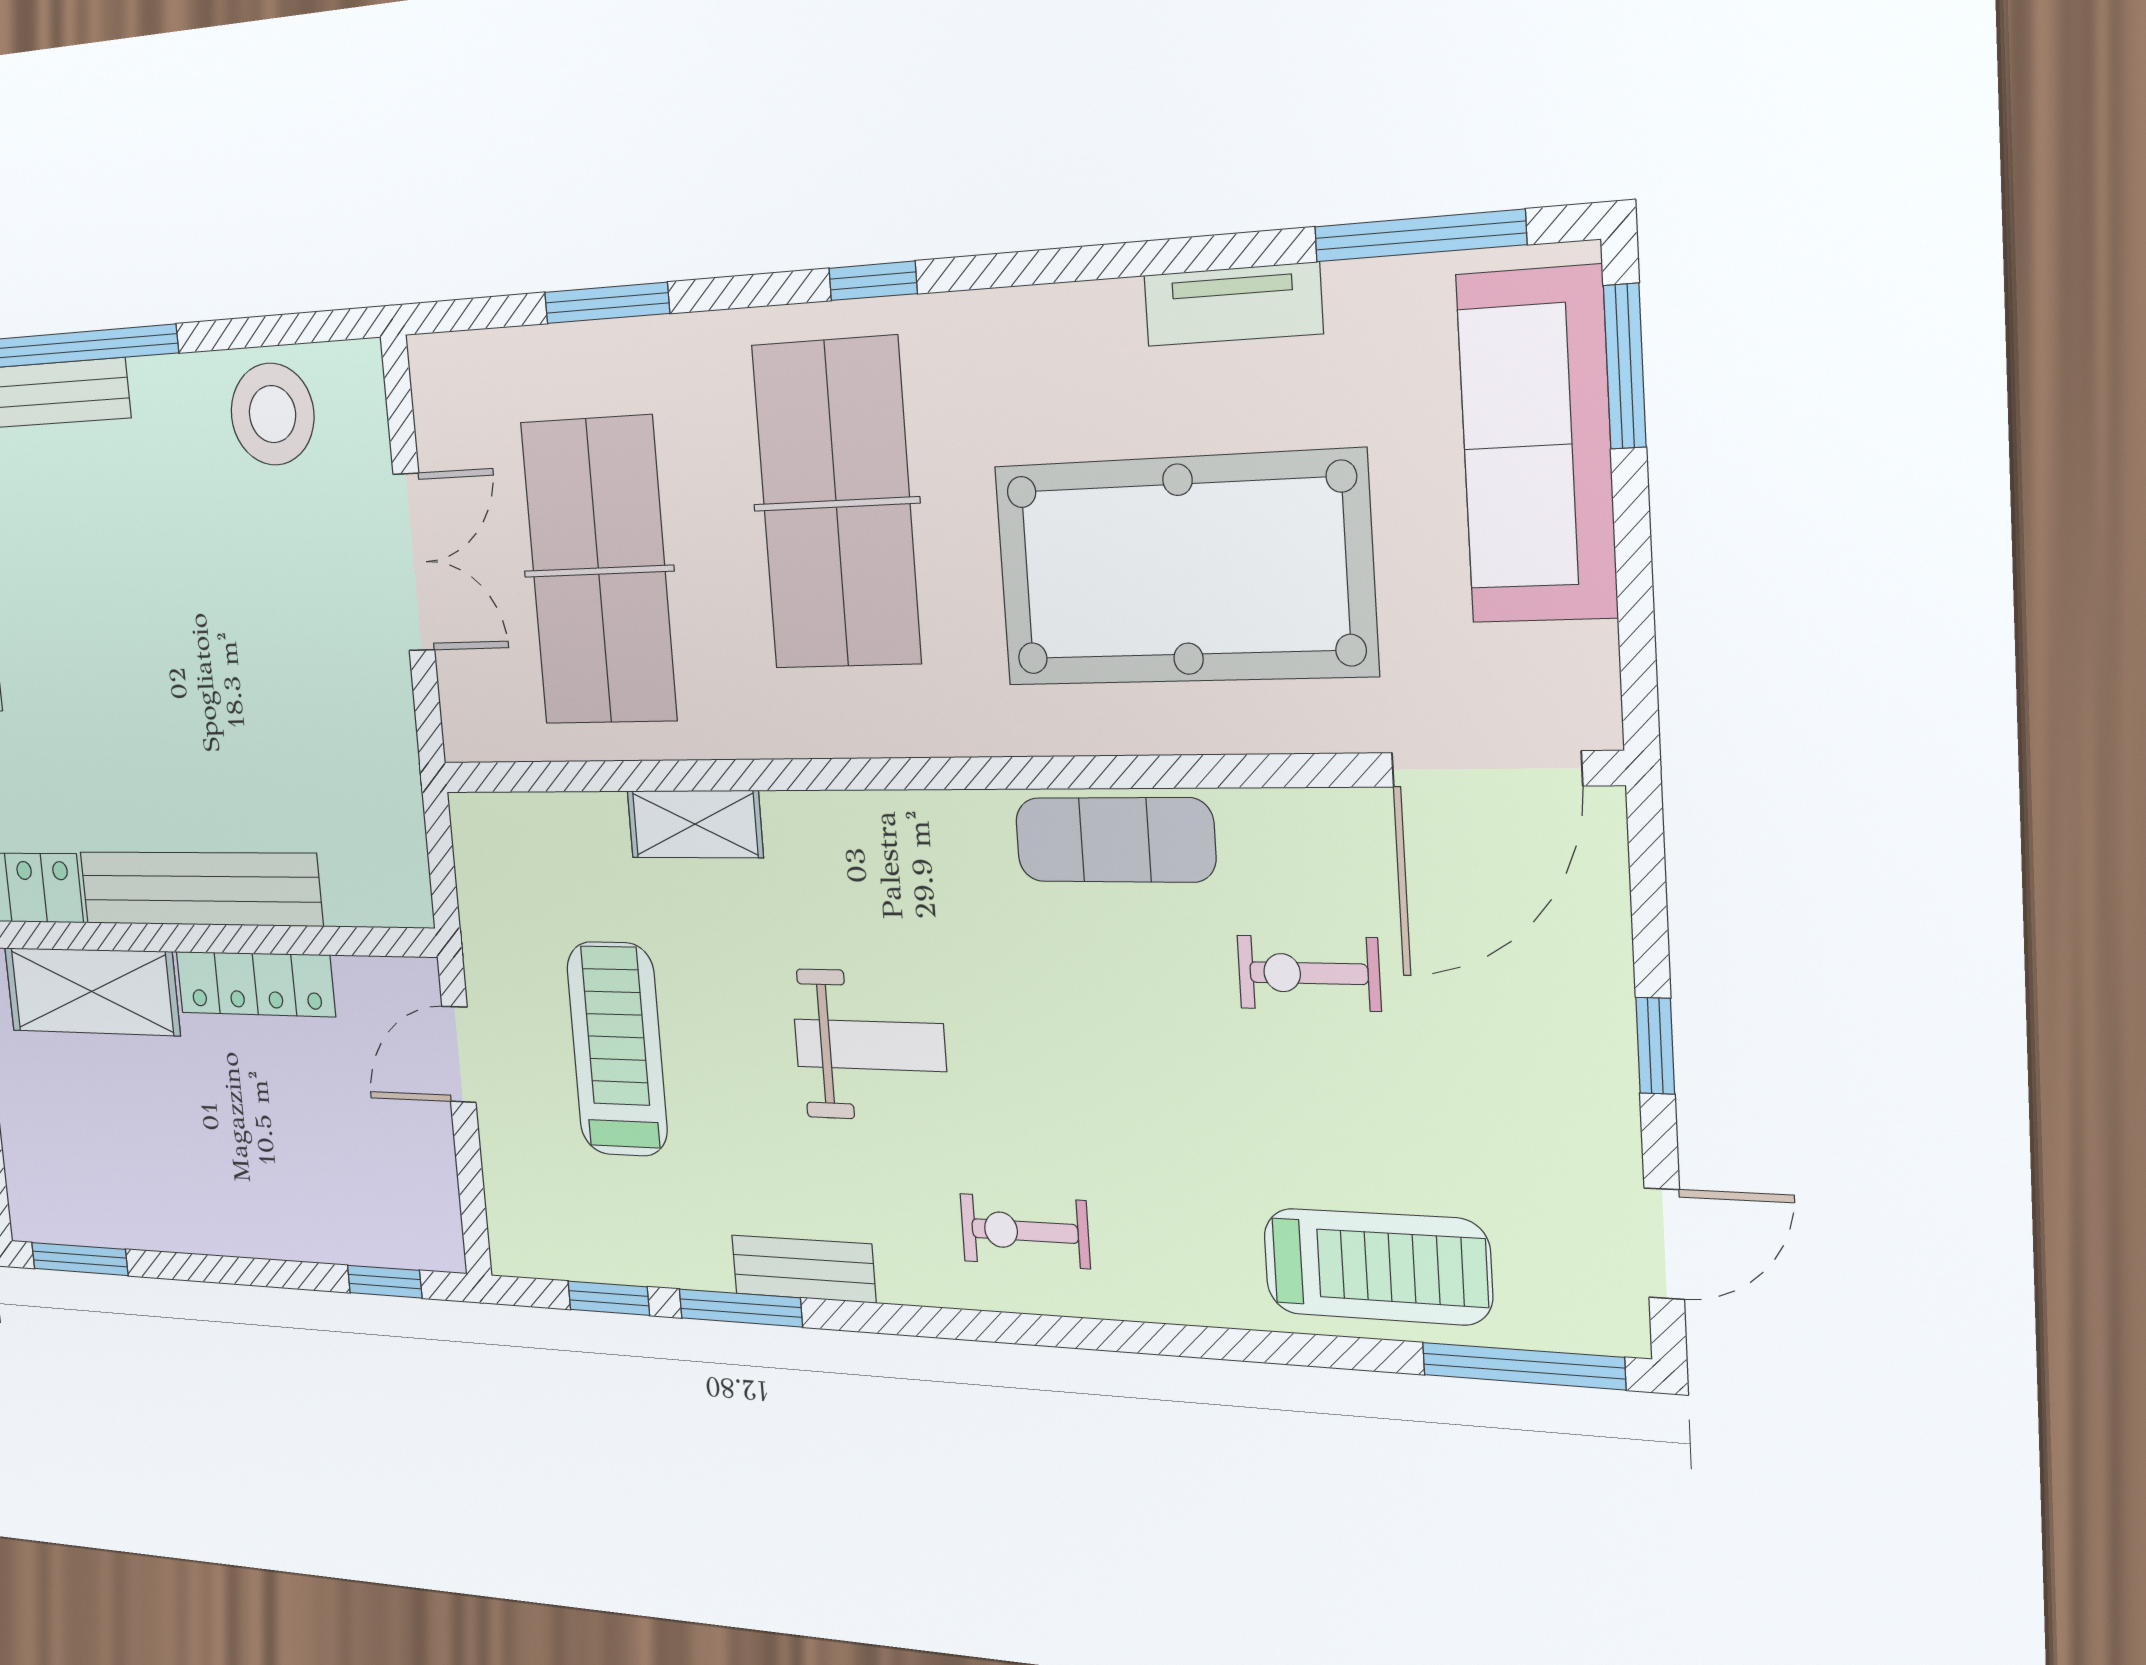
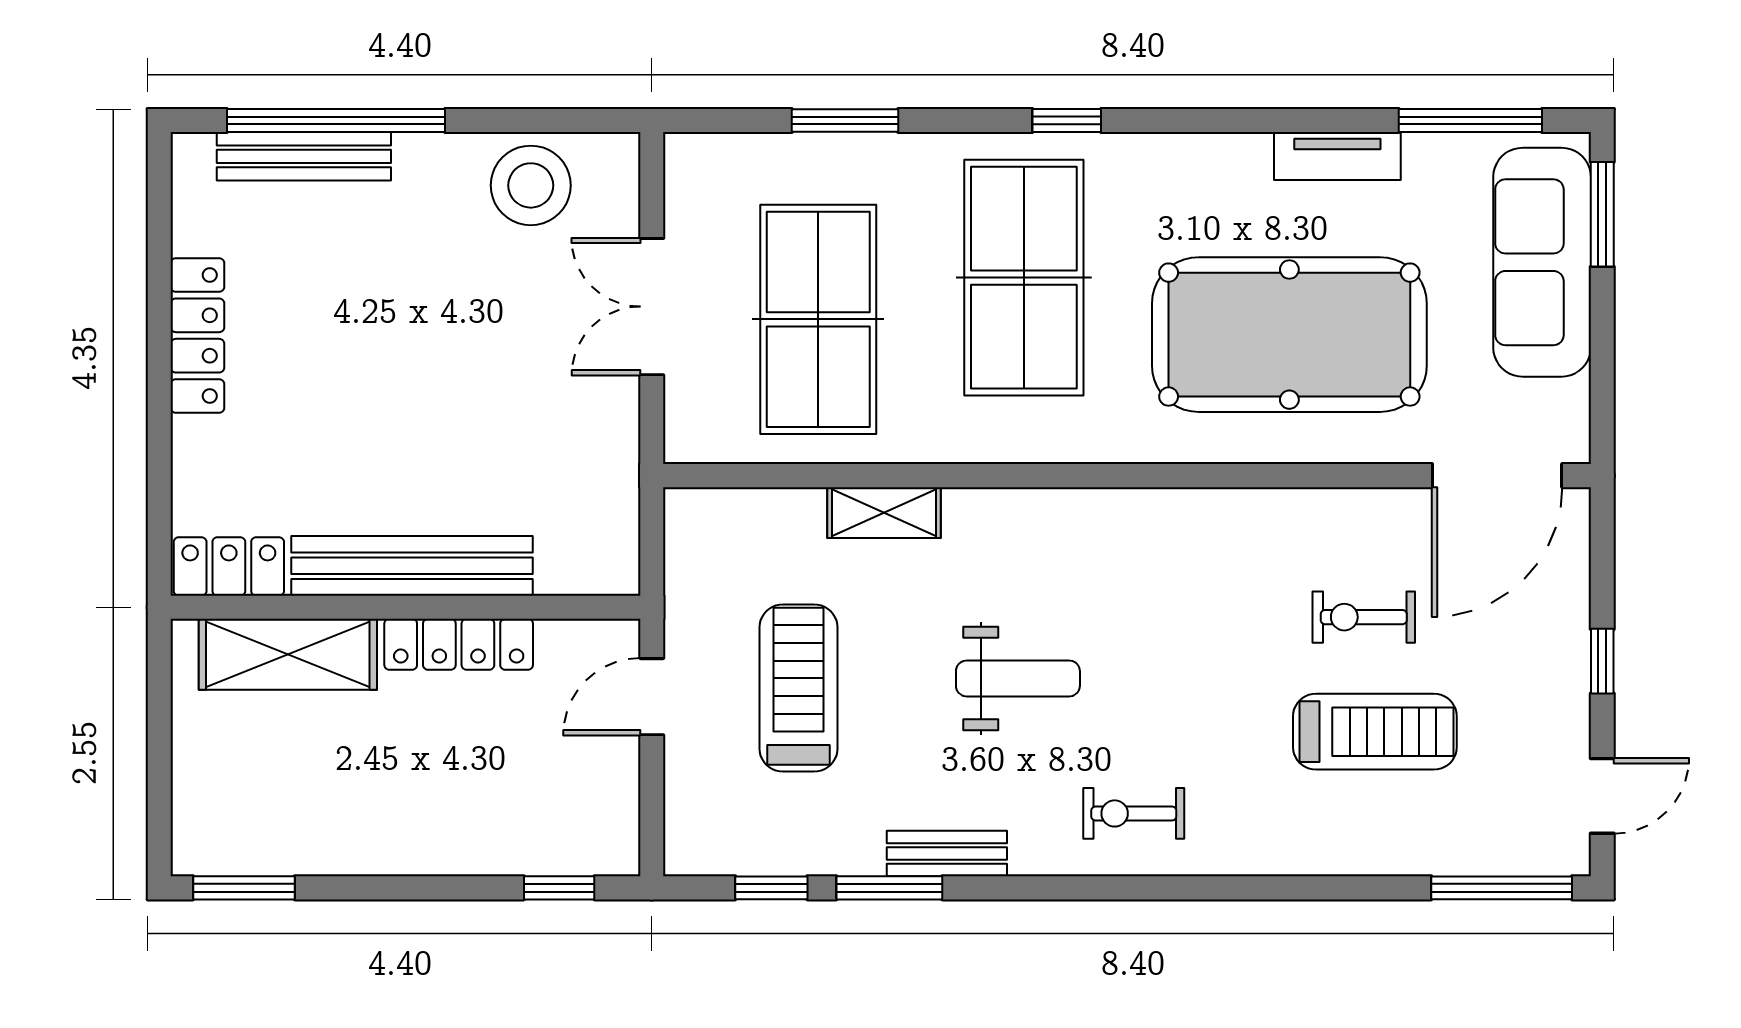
double door: (414, 562) -> (652, 307), swing flipped
exercise mat: (1115, 840) -> (1225, 524), removed
treadmill: (1377, 1266) -> (1375, 732), moved

